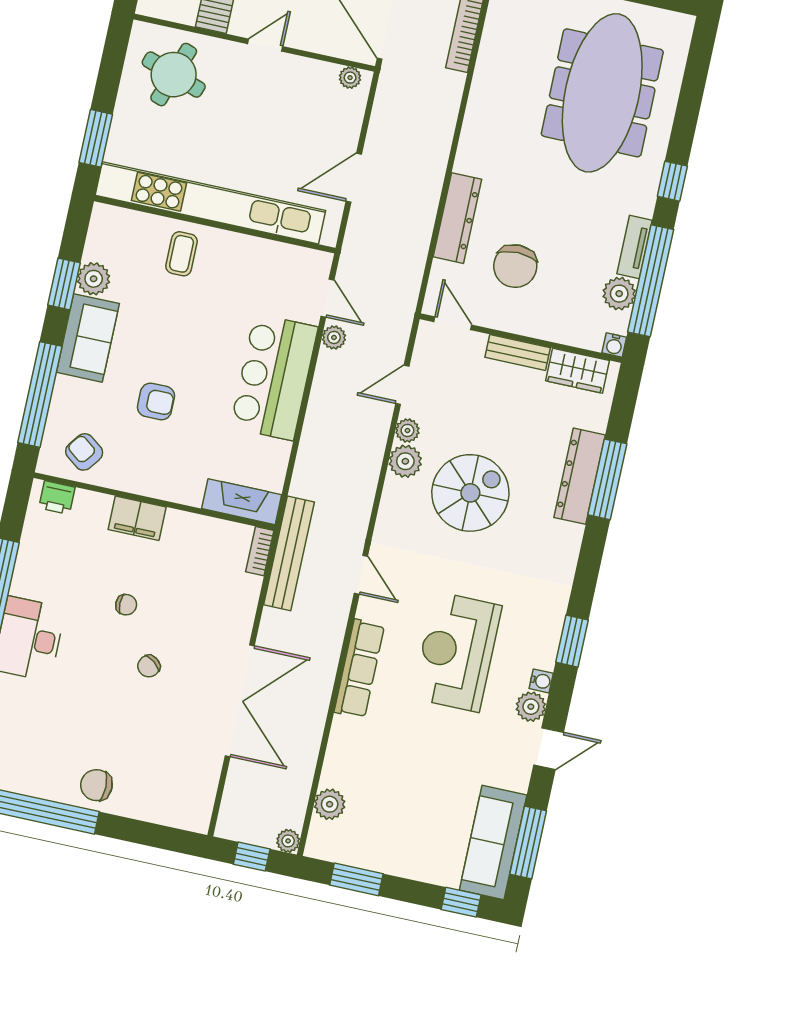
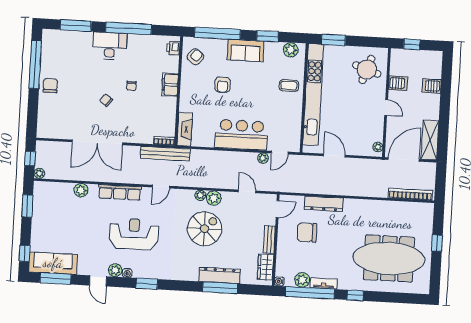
plant: (94, 279) -> (291, 50), moved
plant: (407, 430) -> (200, 195), moved
spiral stairs: (470, 493) -> (204, 229), turned -90
plant: (330, 804) -> (81, 190), moved

